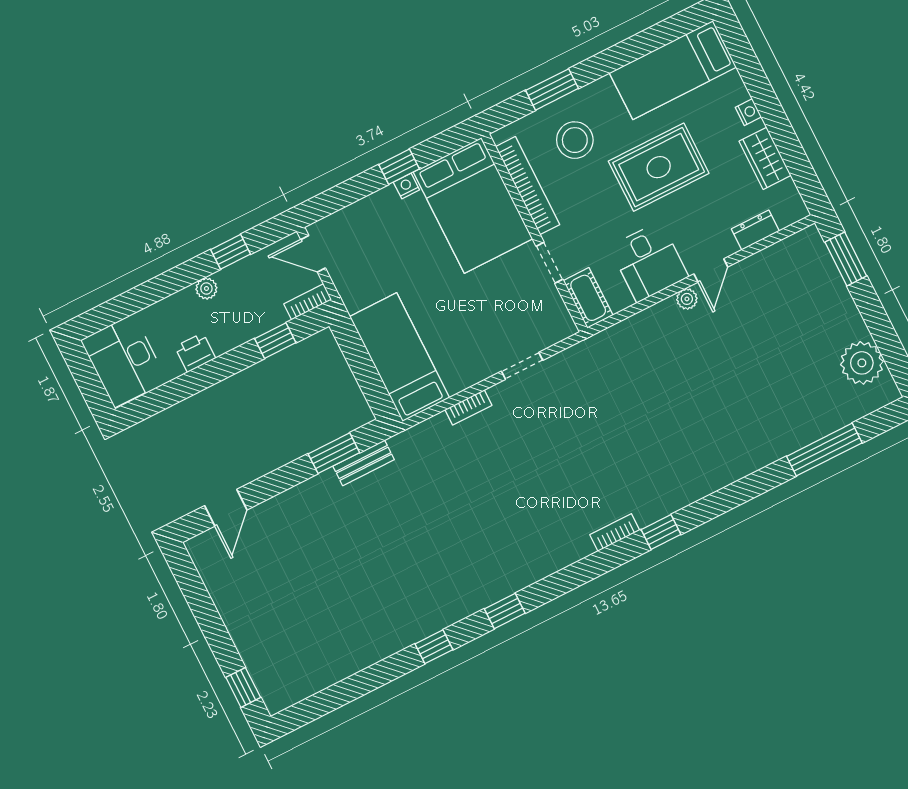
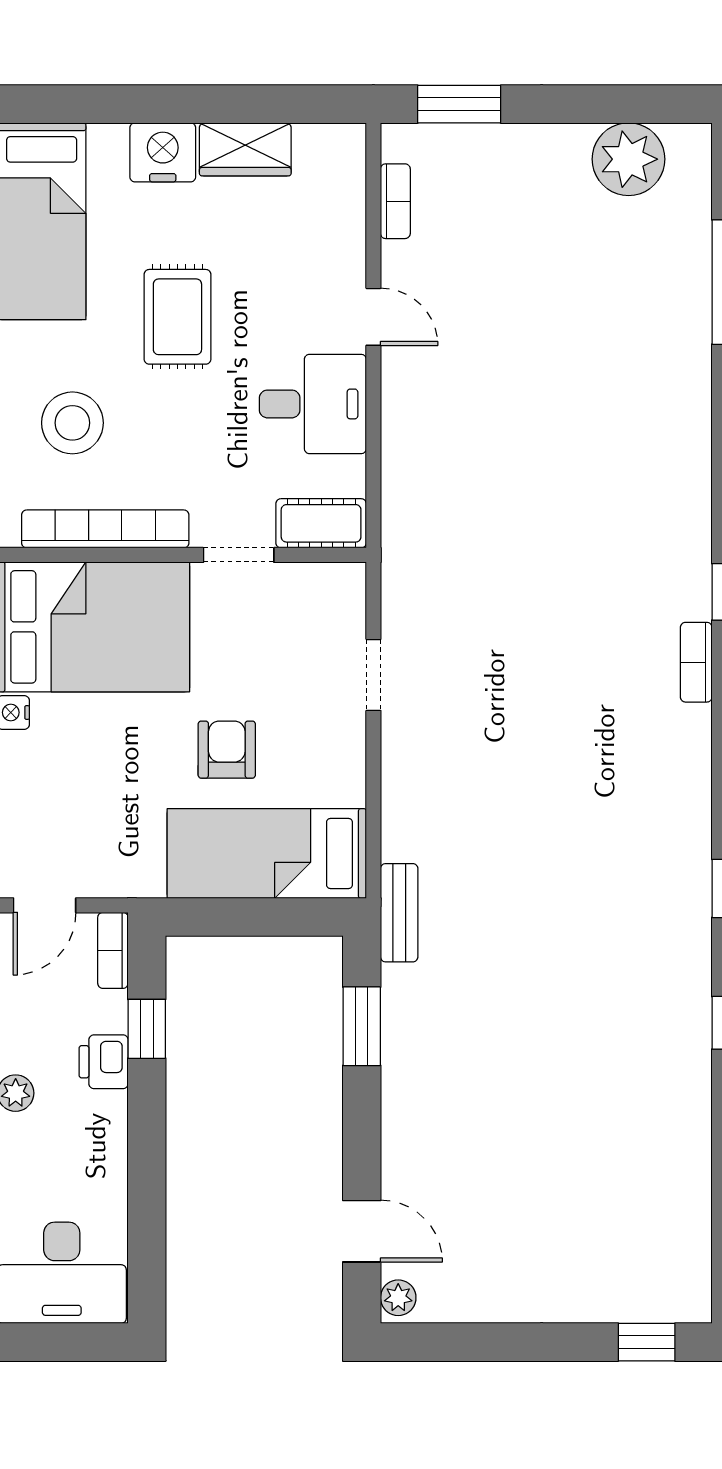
nightstand: (748, 112) -> (163, 152), width x1.89, depth x1.79
rug: (659, 167) -> (177, 317), width x0.73, depth x0.70
dresser: (755, 230) -> (346, 219), removed
plant: (687, 299) -> (398, 1298), moved
armchair: (444, 308) -> (227, 750), added
printer: (195, 352) -> (104, 1062), moved
bookcase: (468, 407) -> (395, 201), moved
bench: (364, 463) -> (399, 913), moved

